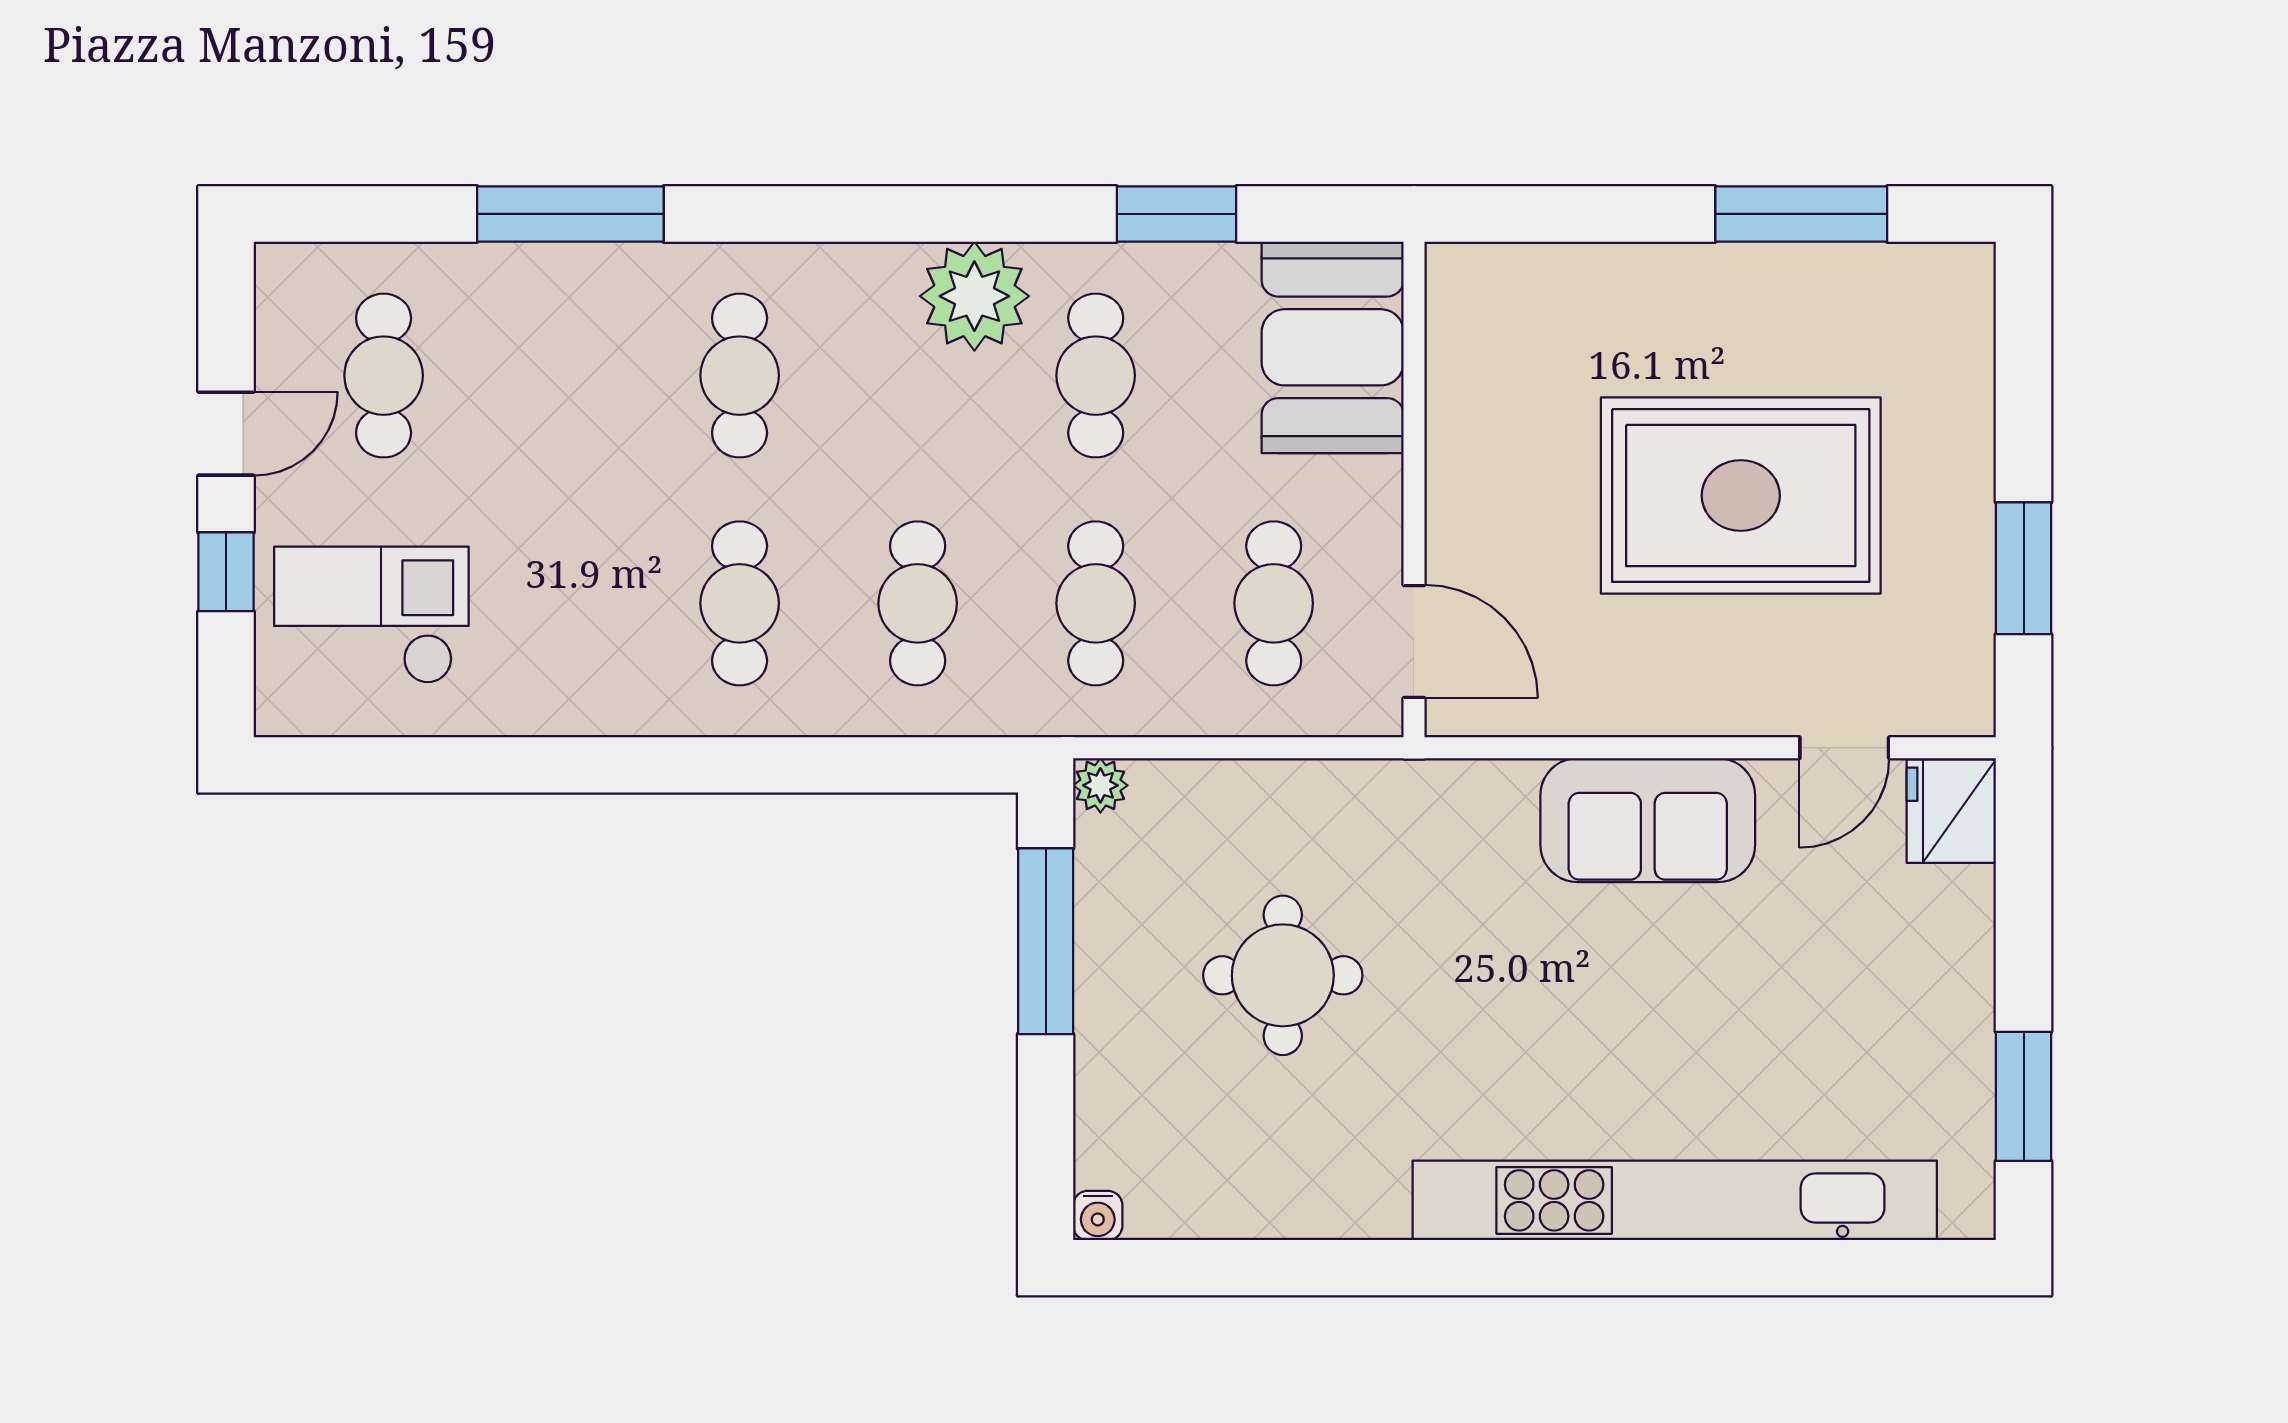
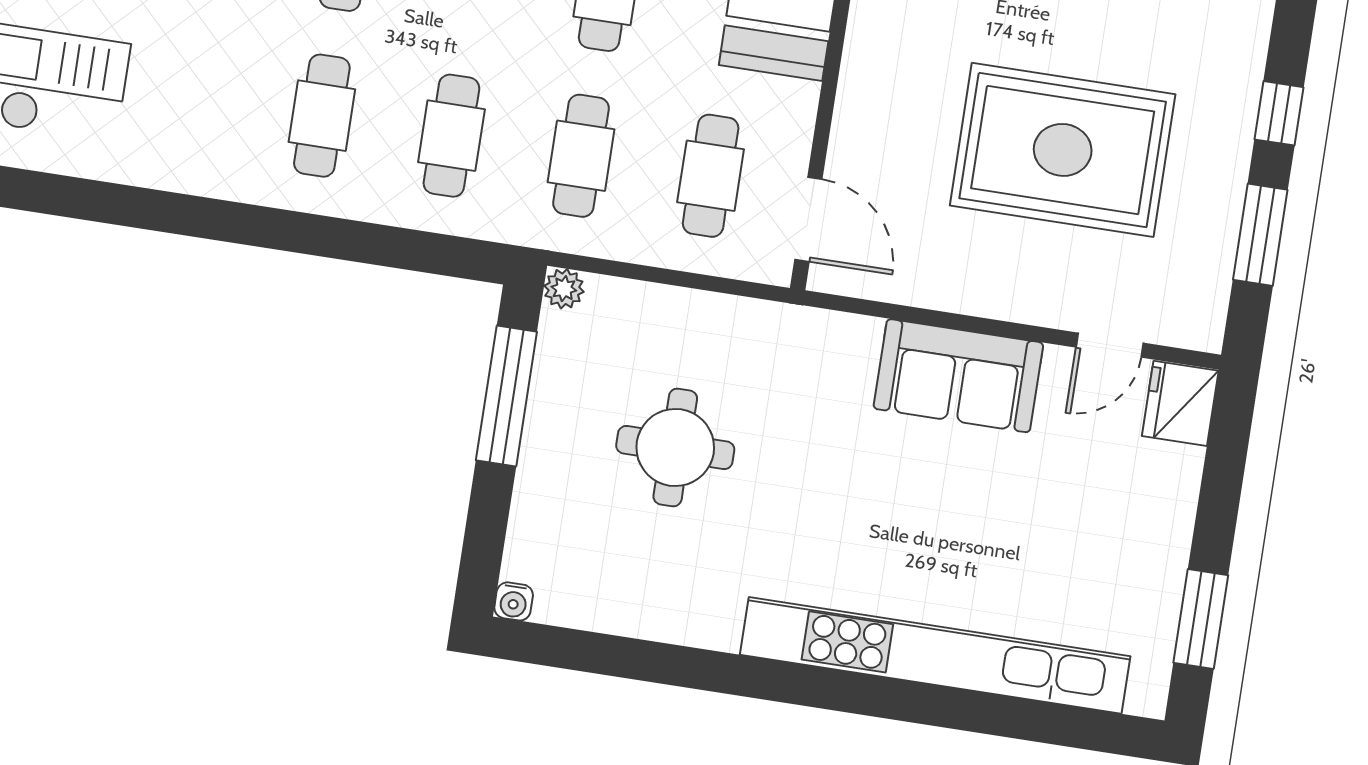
window: (2024, 401) -> (1279, 113), added

